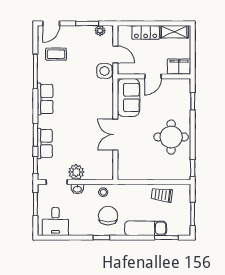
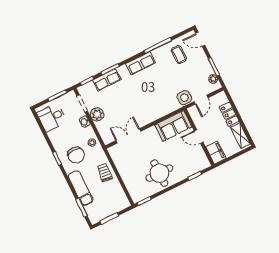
double door: (115, 135) -> (128, 136), moved
trolley: (162, 195) -> (105, 173), moved
chair: (108, 216) -> (76, 155), turned 90

